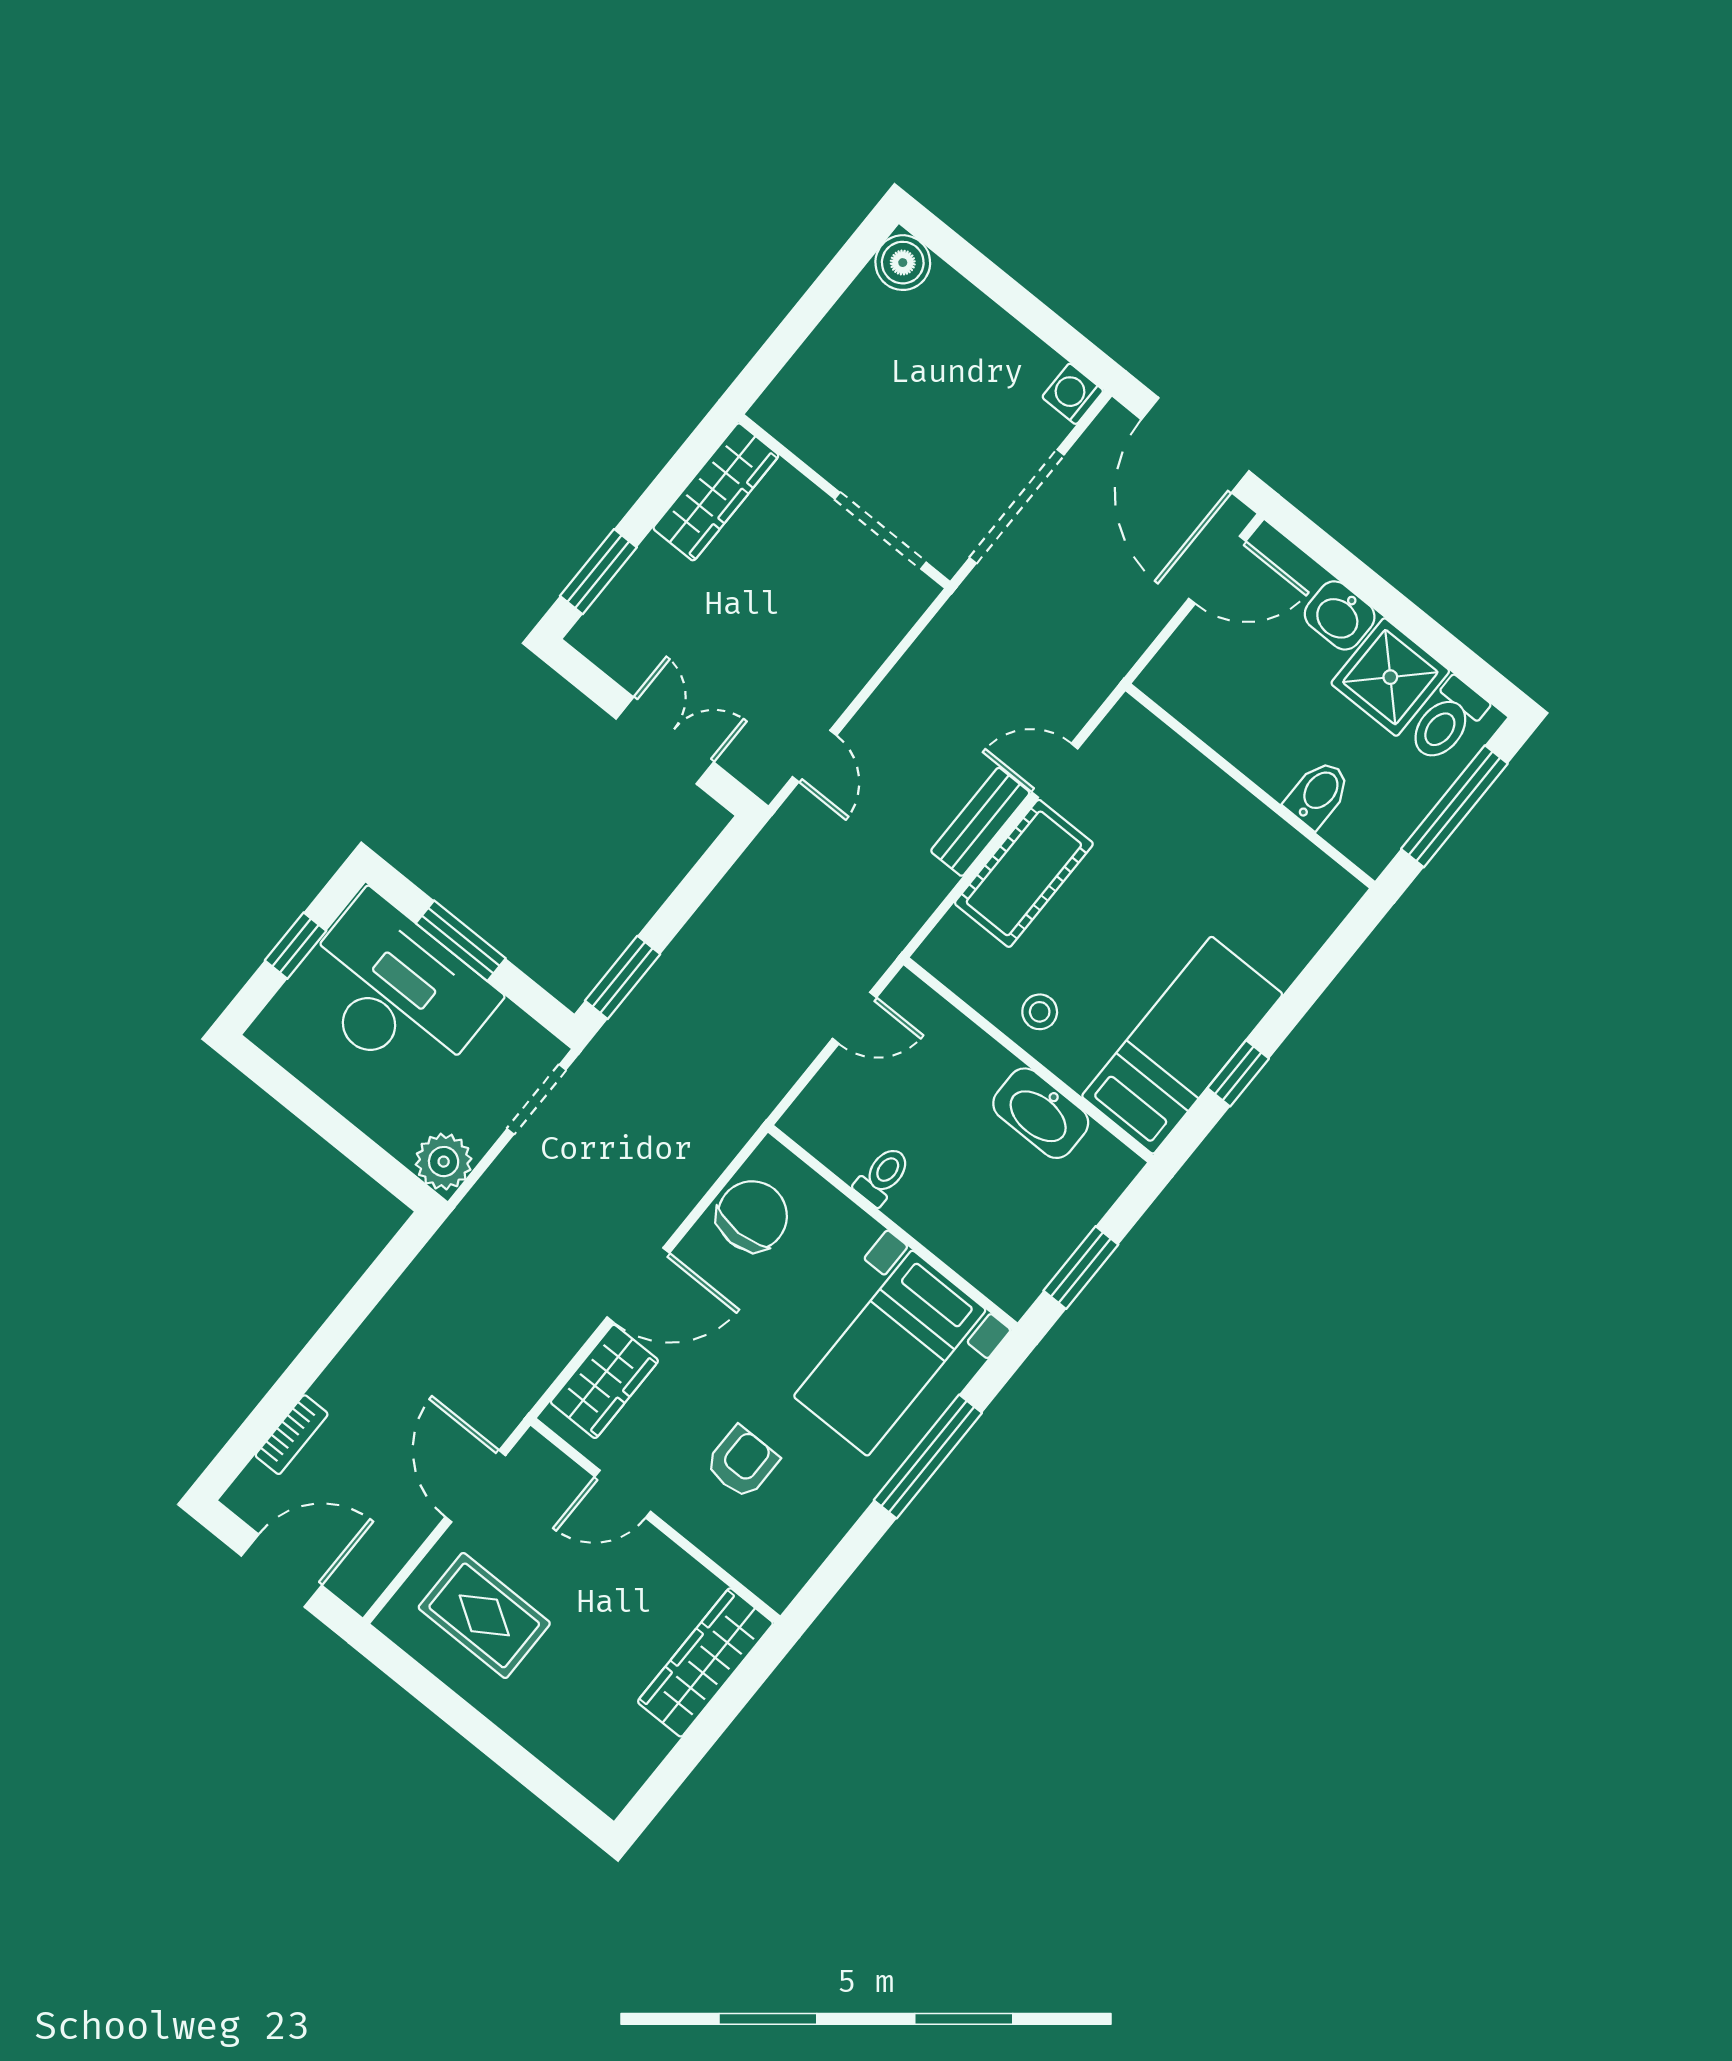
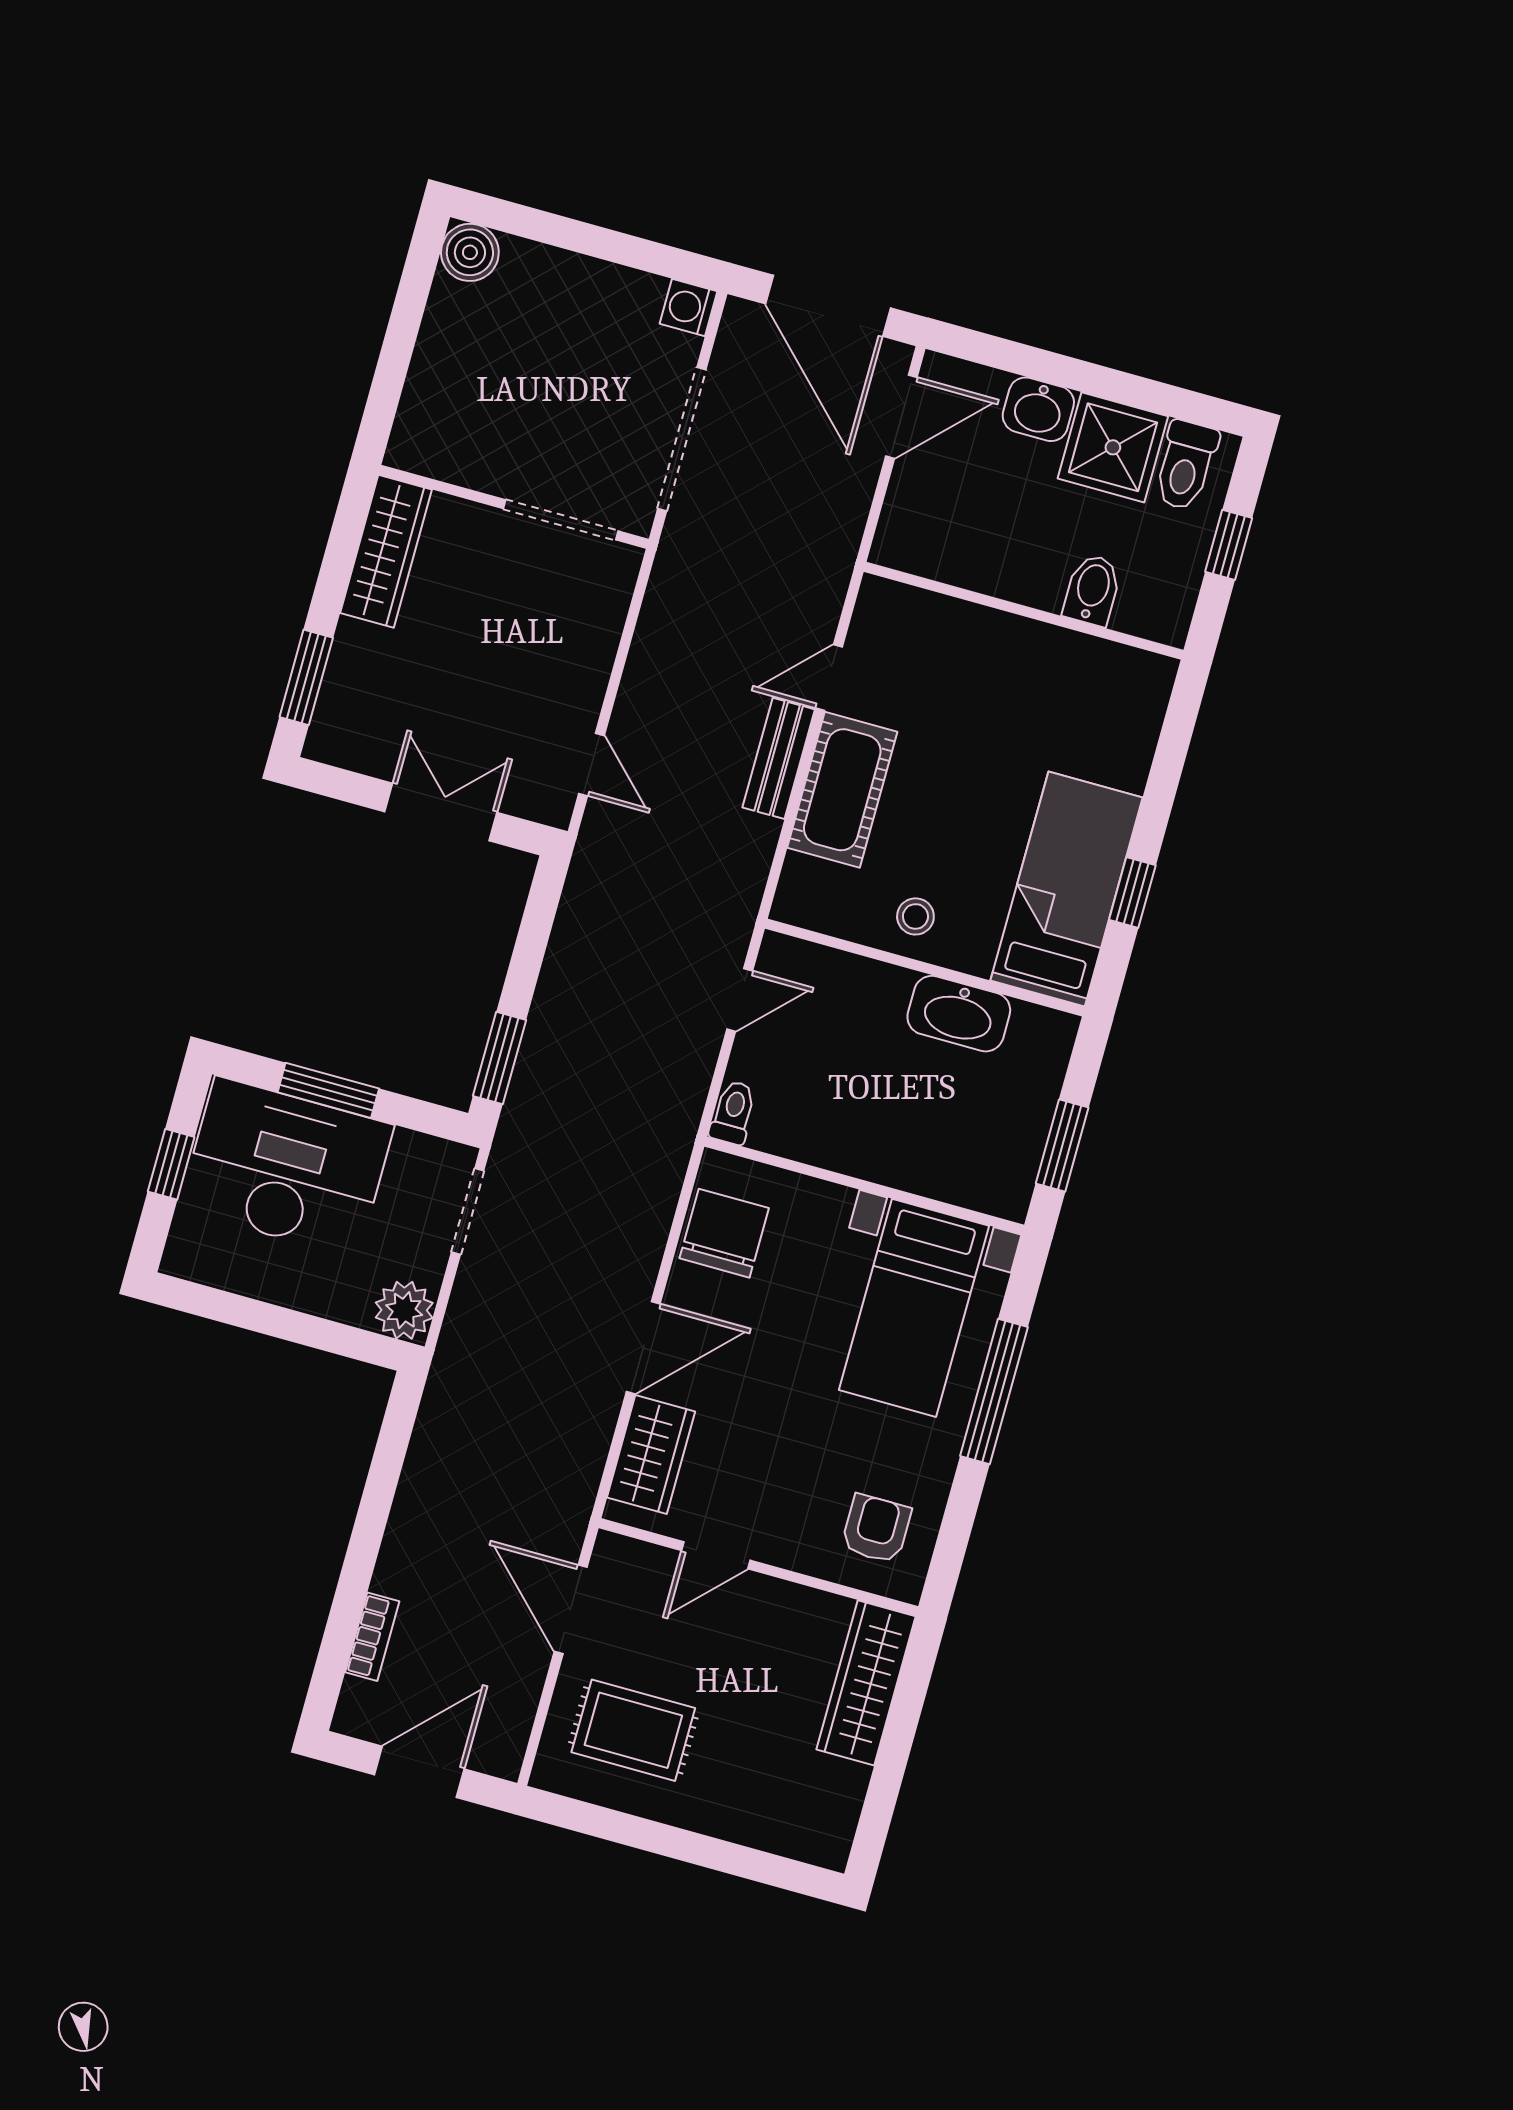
window: (1454, 806) -> (1229, 545), width x0.46
toilet: (883, 1176) -> (733, 1112), moved
armchair: (742, 1462) -> (876, 1529), moved

